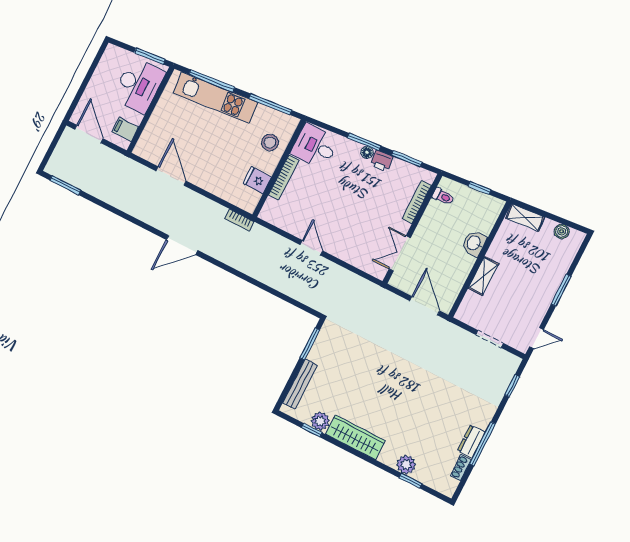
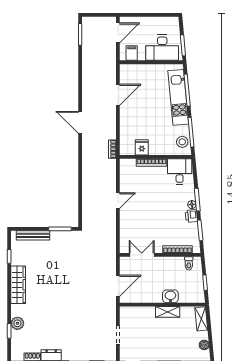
stool: (270, 143) -> (182, 142), moved
shelving: (483, 276) -> (168, 312), moved
plant: (320, 421) -> (17, 259), removed

